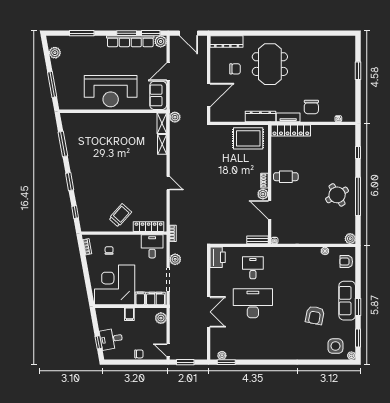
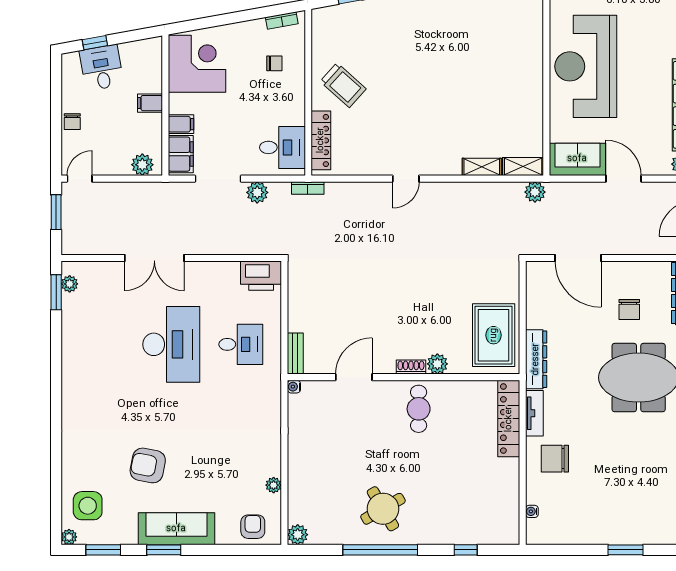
plant: (263, 194) -> (437, 364), moved
corner desk: (115, 285) -> (197, 64), width x0.74, depth x0.74

